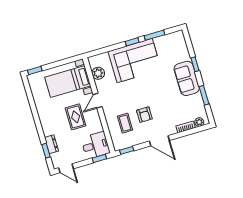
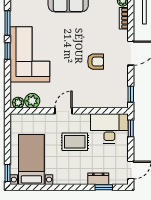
plant: (93, 62) -> (18, 103), added
bed with nightstands: (68, 81) -> (31, 159), moved, turned 180
door: (97, 101) -> (63, 111), swing flipped
coffee table: (125, 123) -> (99, 87), removed
desk: (96, 145) -> (109, 128), width x1.37

